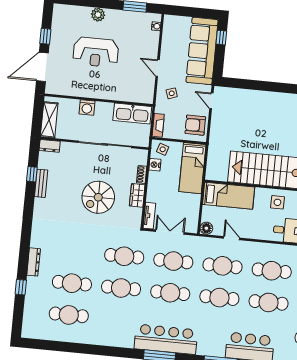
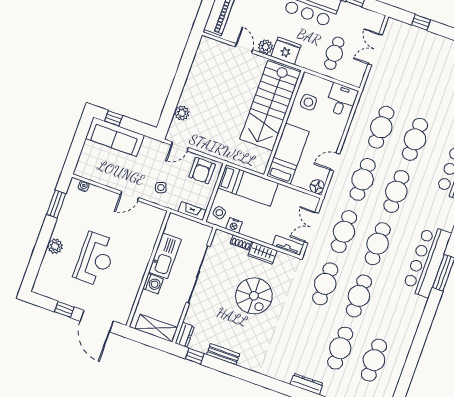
sofa: (202, 51) -> (115, 137), width x0.74, depth x0.79
plant: (241, 95) -> (182, 113), added
kitchen sink: (132, 114) -> (165, 256), moved
window: (32, 174) -> (195, 356), moved

